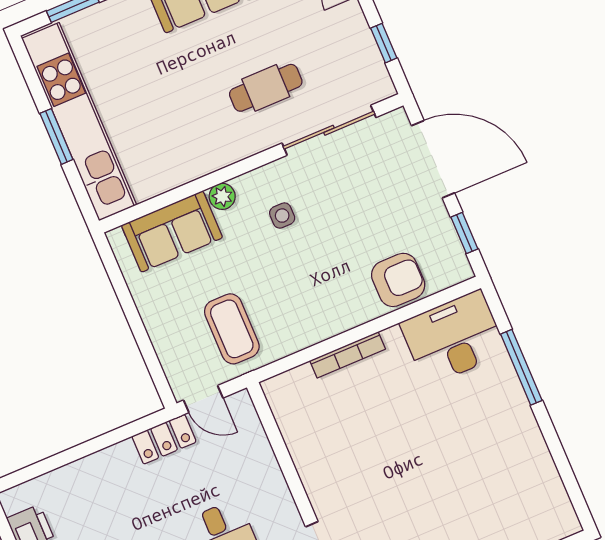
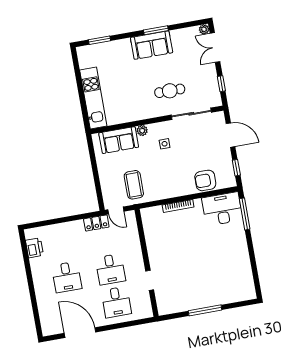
kitchen unit: (79, 122) -> (93, 98), width x0.73
window: (56, 136) -> (81, 91), removed
door: (433, 159) -> (231, 135), width x0.73
armchair: (398, 280) -> (205, 180), turned 180
window: (521, 367) -> (245, 214), moved

